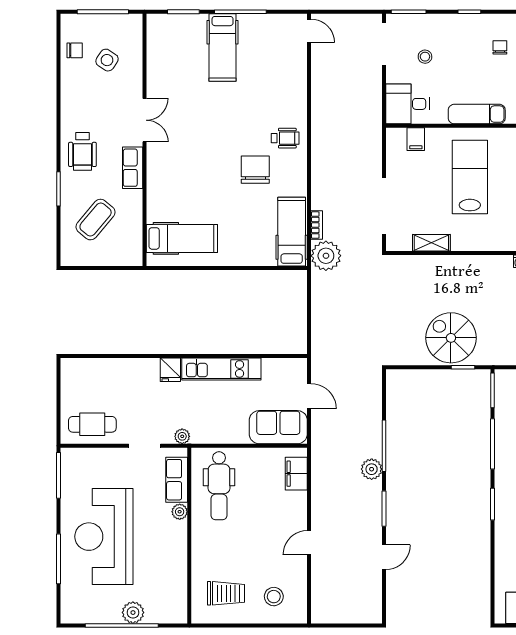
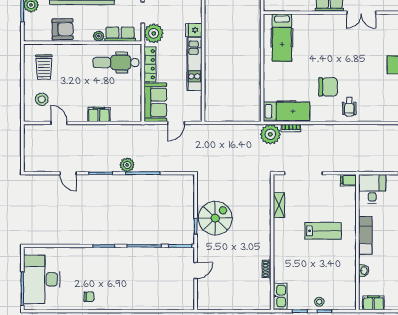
filing cabinet: (416, 139) -> (348, 180), moved
lab bench: (470, 177) -> (323, 231), width x0.73, depth x0.72
locker: (222, 435) -> (150, 64), added
plant: (182, 436) -> (154, 33), width x1.88, depth x1.88
filing cabinet: (296, 474) -> (99, 114), moved
door: (309, 543) -> (59, 123), moved
armchair: (169, 565) -> (63, 29), added

